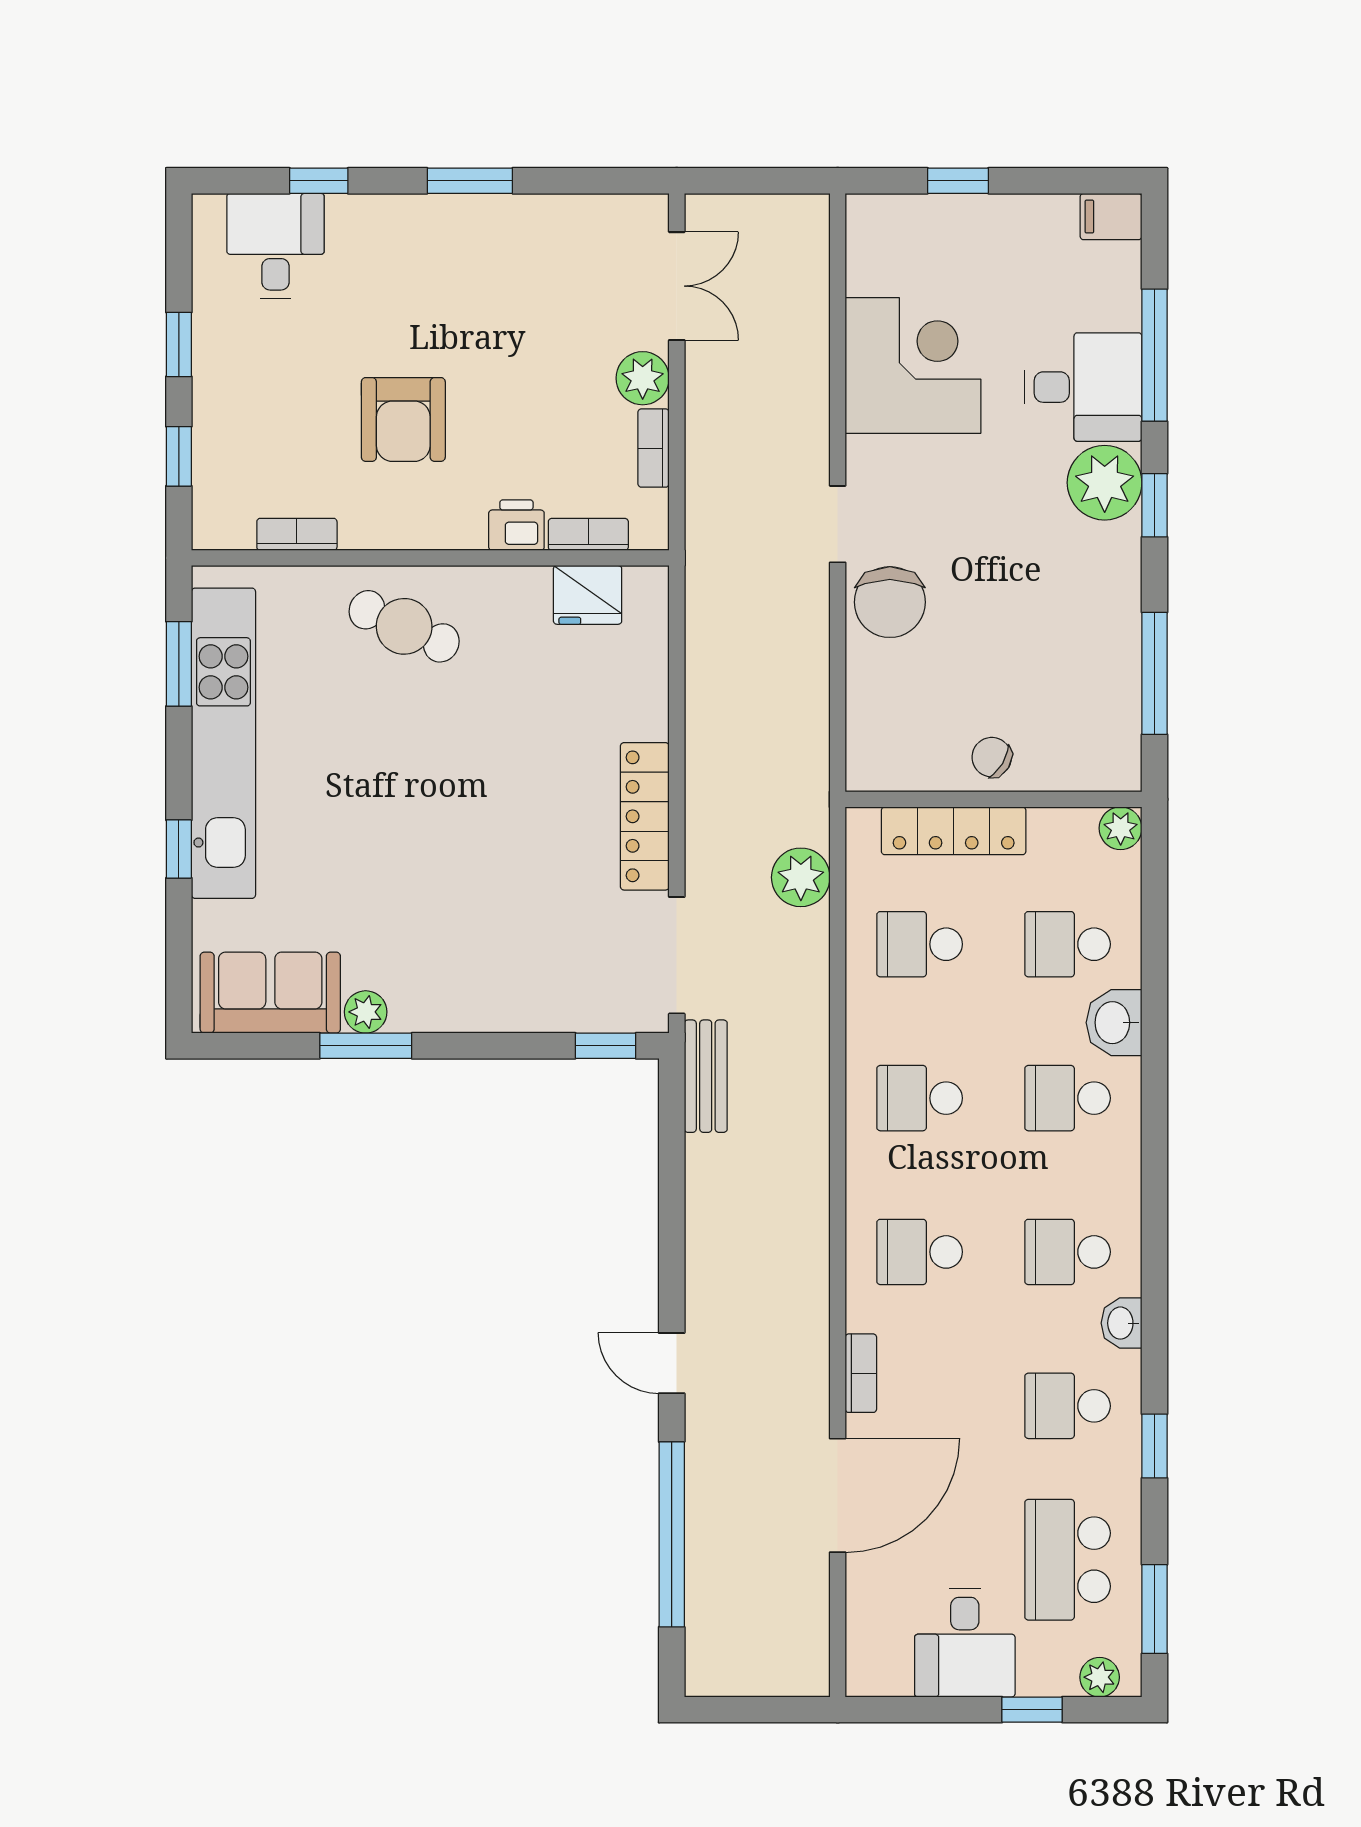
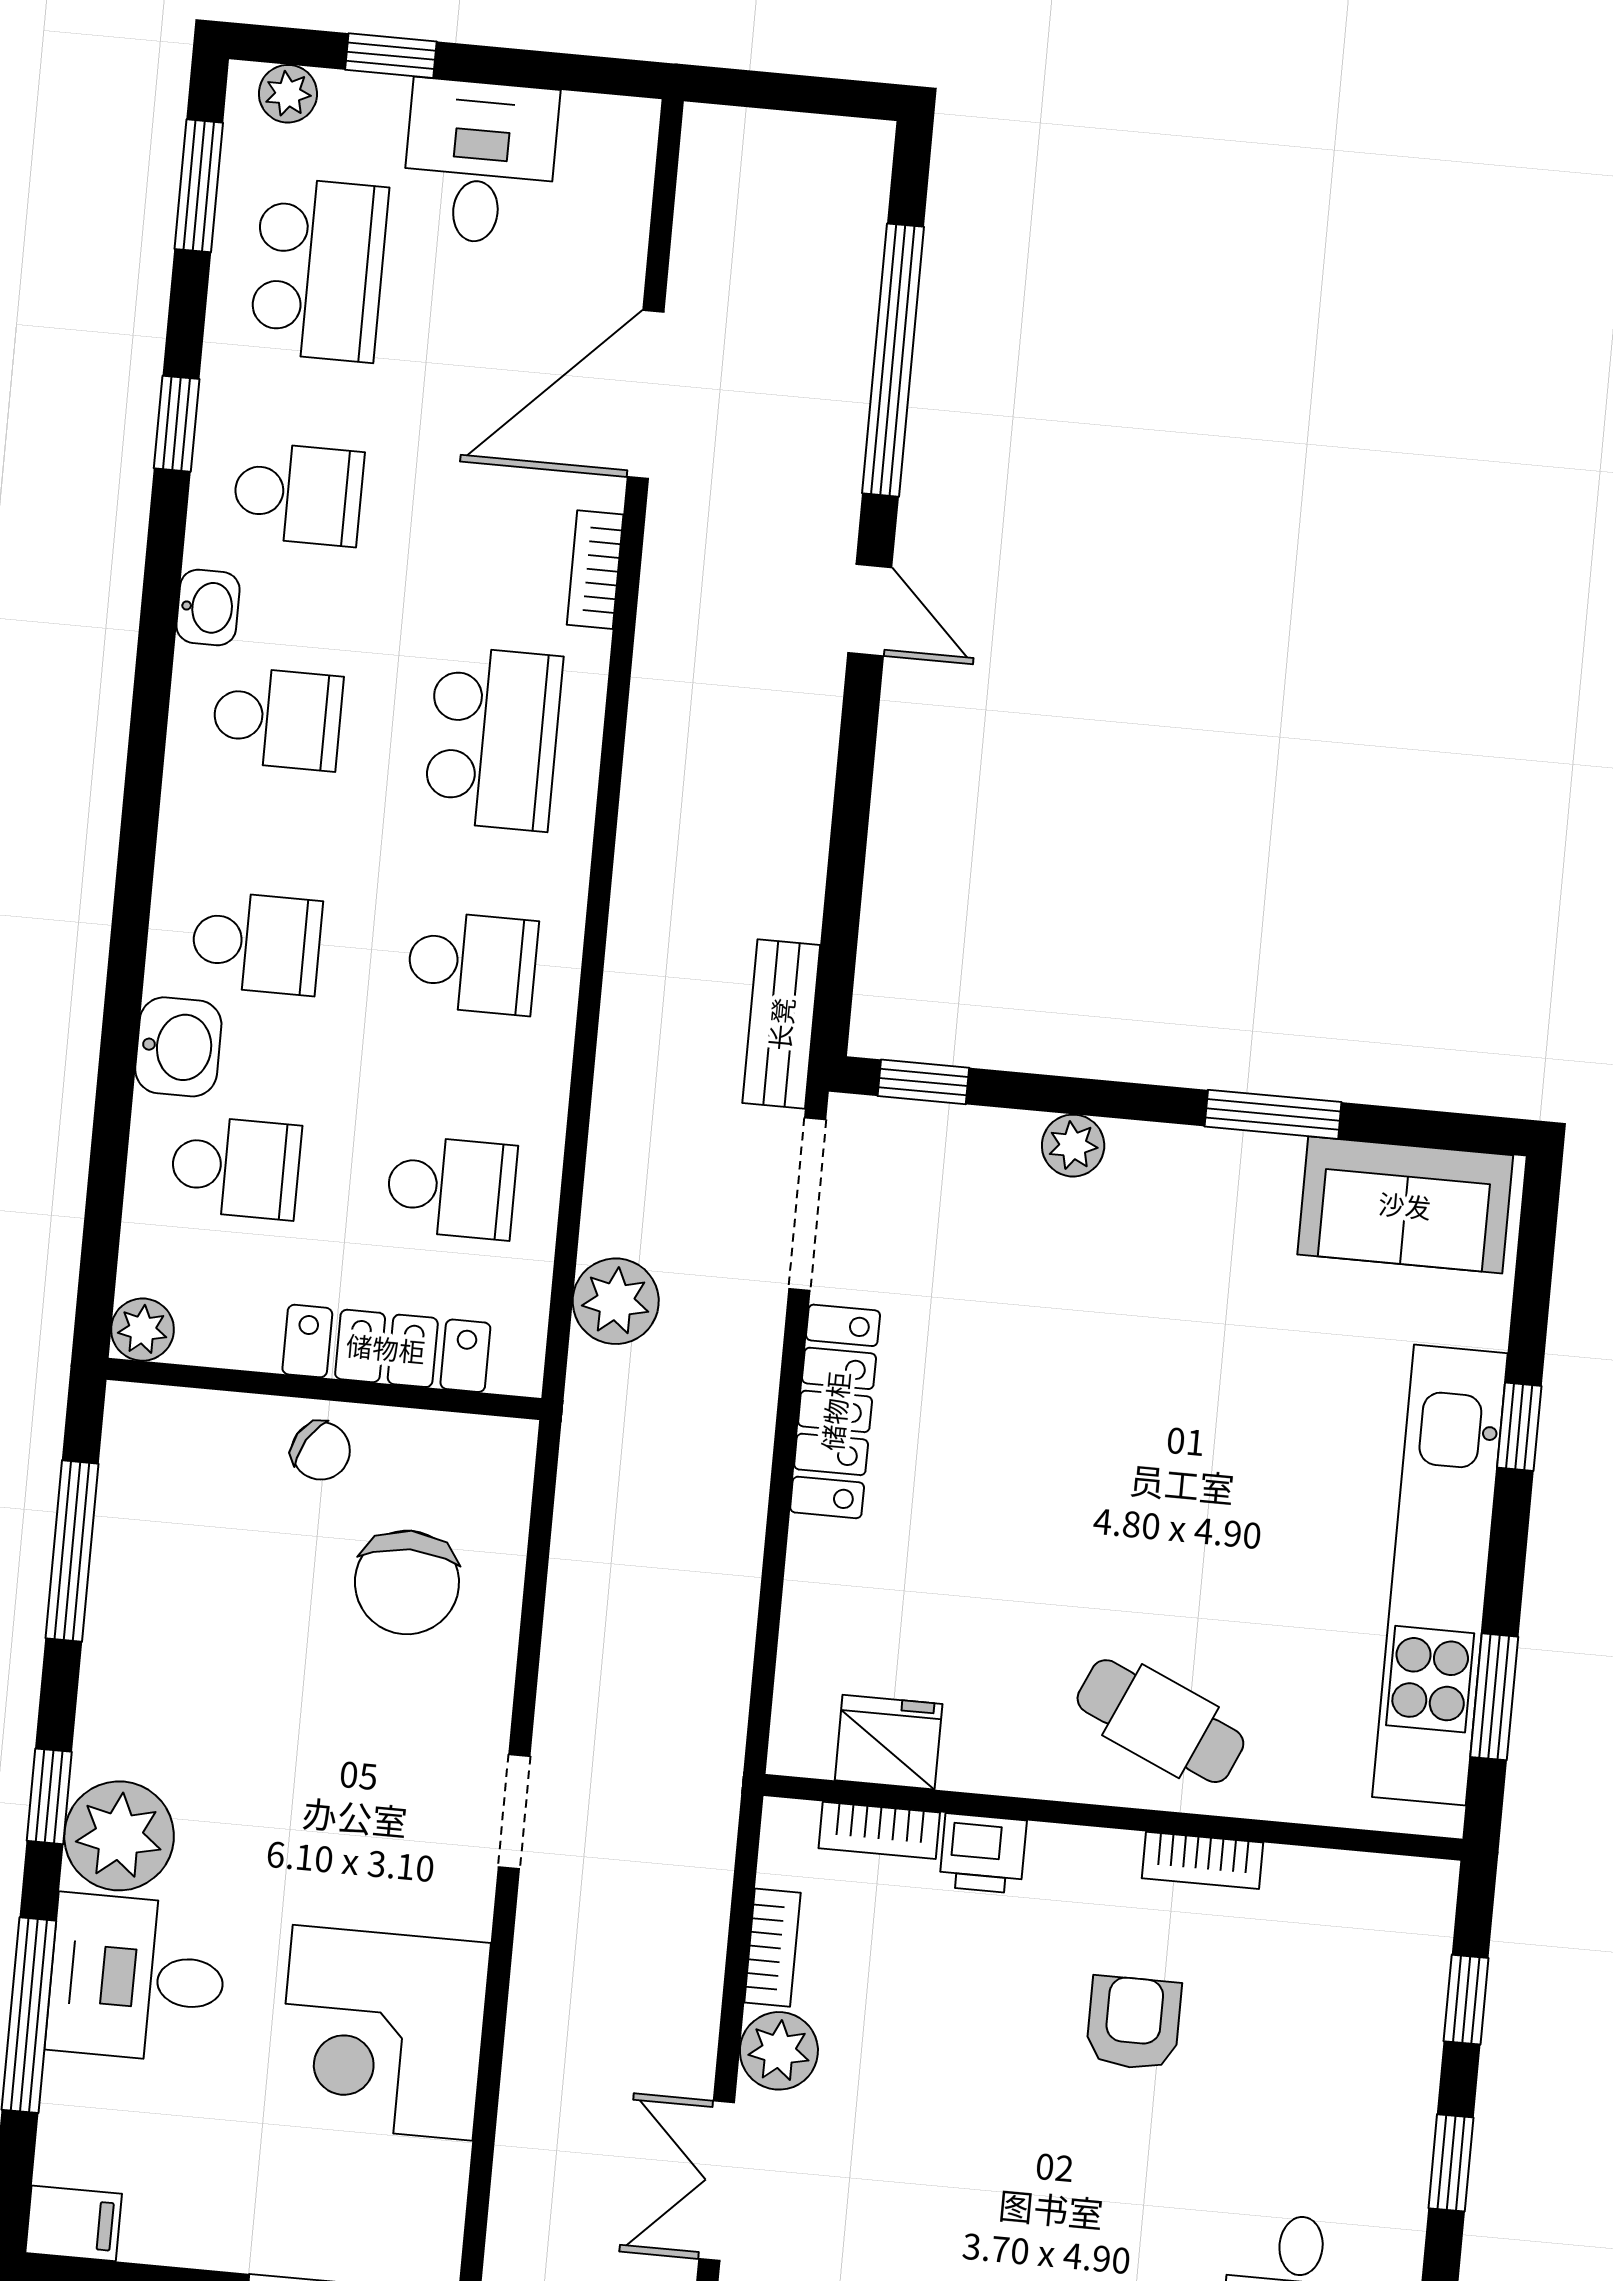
armchair: (403, 419) -> (1134, 2023), width x0.72, depth x0.72
bookcase: (297, 534) -> (1203, 1860), moved
chair: (890, 602) -> (407, 1582), moved, turned 180
plant: (366, 1012) -> (1073, 1146), moved
school desk: (920, 1252) -> (493, 739), width x1.85

